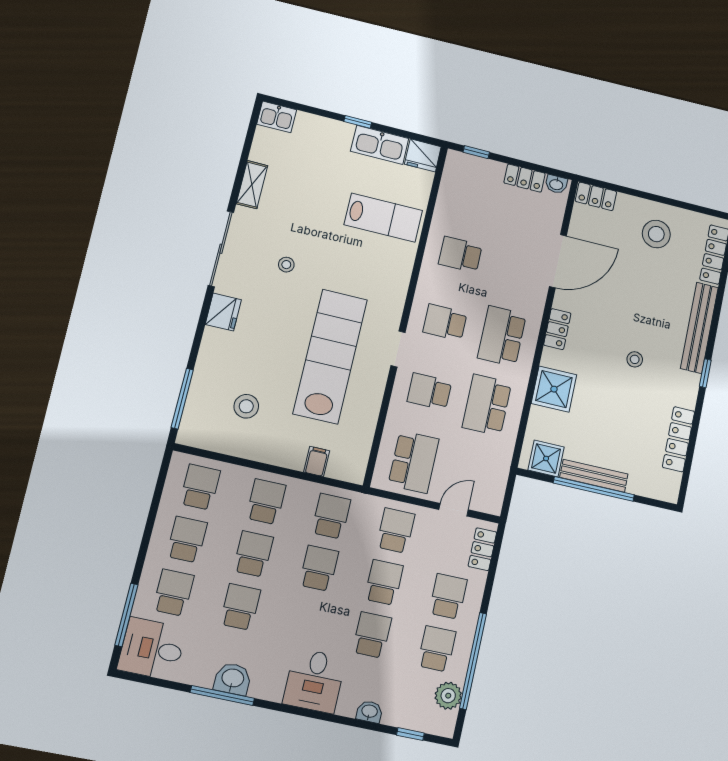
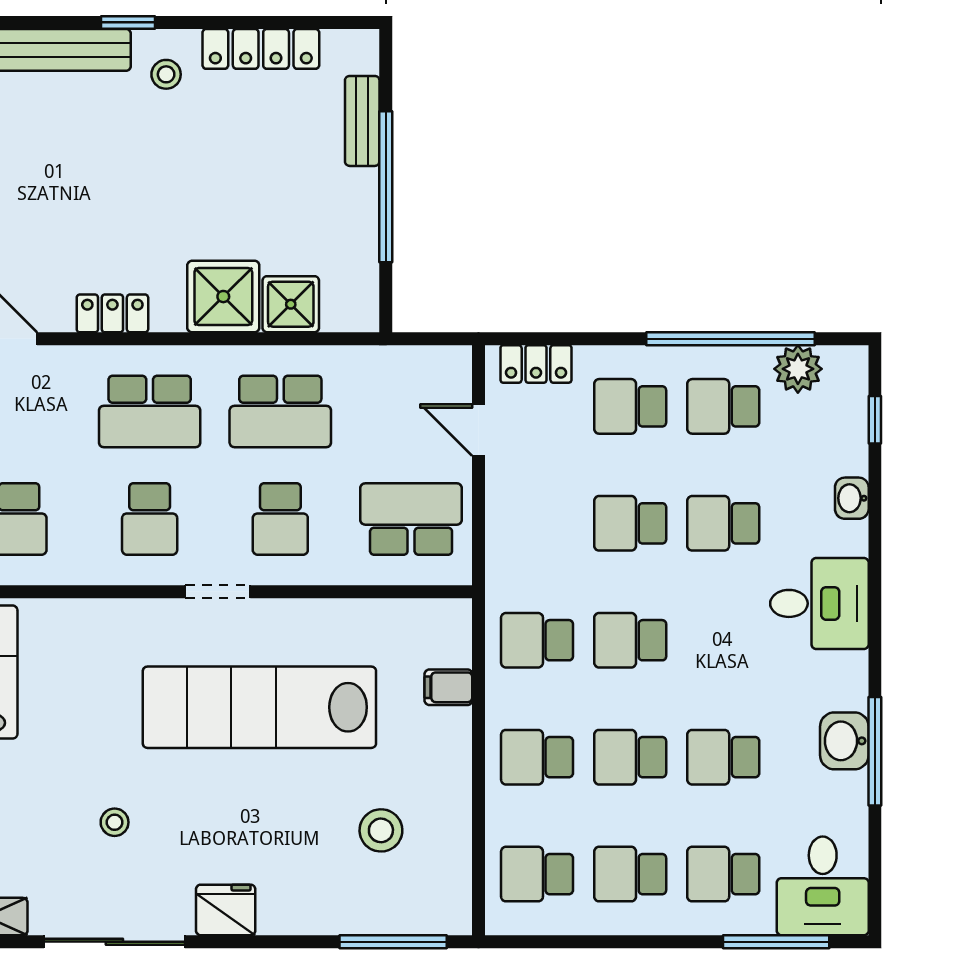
stool: (635, 359) -> (166, 74), moved
shower: (546, 458) -> (291, 304), moved
bench: (594, 476) -> (362, 121), moved, width x0.73
school desk: (396, 531) -> (537, 523), removed

